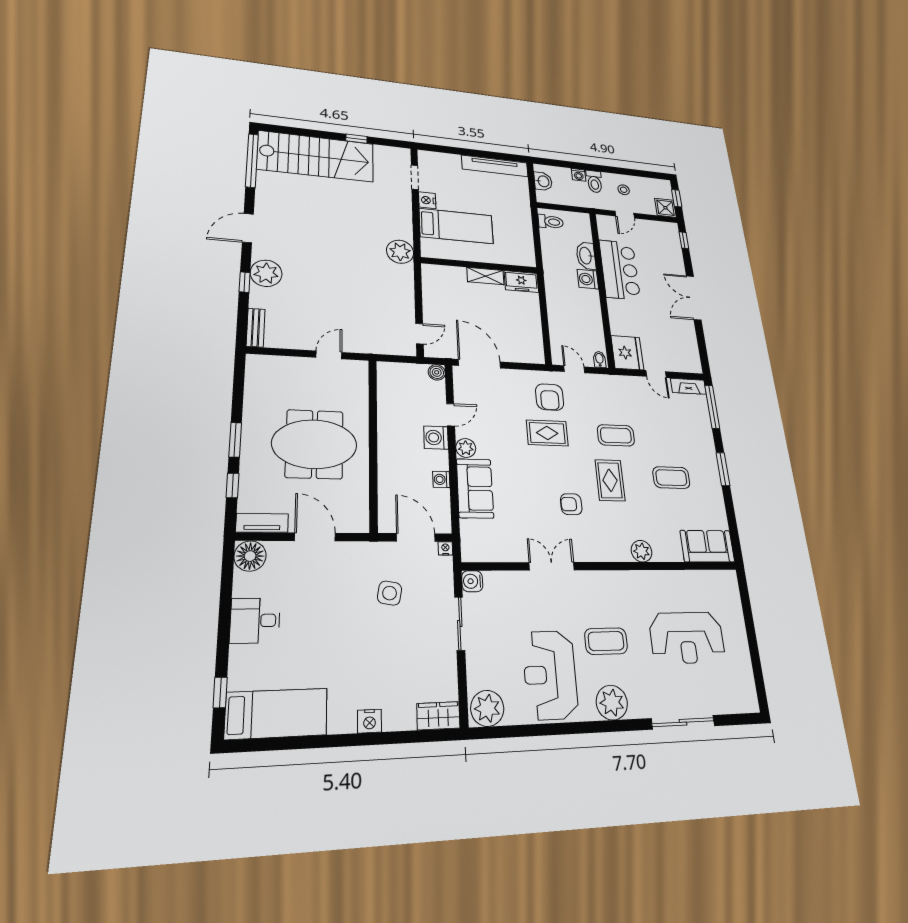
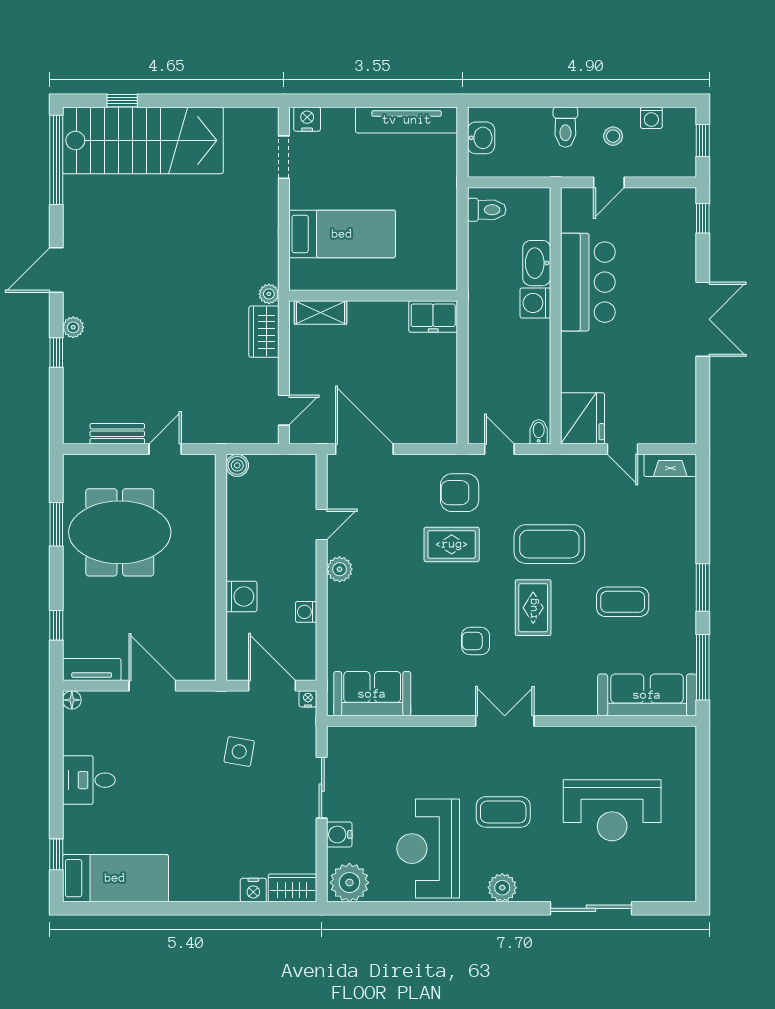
window: (356, 139) -> (122, 101), moved
washing machine: (579, 175) -> (651, 118), moved
nightstand: (427, 200) -> (307, 119), moved, turned 90
shower: (665, 208) -> (680, 161), removed
plant: (400, 252) -> (269, 294), width x0.53, depth x0.53
plant: (266, 273) -> (73, 327), width x0.53, depth x0.53
shelving: (485, 276) -> (320, 312), moved
wardrobe: (403, 281) -> (264, 332), added
double door: (694, 298) -> (703, 319), swing flipped
bench: (256, 328) -> (117, 434), moved, turned 90
boiler: (437, 372) -> (237, 465), moved
armchair: (550, 397) -> (460, 493), turned 90
window: (712, 407) -> (703, 667), moved
coffee table: (616, 435) -> (549, 544), width x1.36, depth x1.32
washing machine: (436, 438) -> (241, 596), moved, turned 180
window: (235, 440) -> (56, 524), moved
meeting table: (314, 444) -> (120, 532), moved
sofa: (475, 488) -> (372, 694), moved, turned -90
sofa: (707, 546) -> (647, 695), width x1.36
plant: (642, 551) -> (565, 702), removed
floor lamp: (250, 556) -> (72, 700), width x0.53, depth x0.53
double door: (552, 566) -> (505, 721), moved
water cooler: (472, 581) -> (339, 834), moved
plant: (612, 703) -> (502, 888), width x0.73, depth x0.73
nightstand: (370, 721) -> (253, 890), moved

